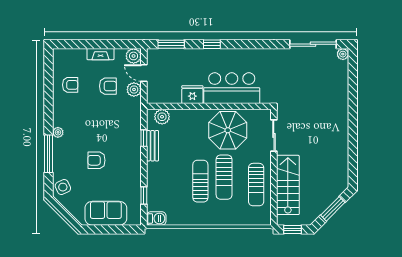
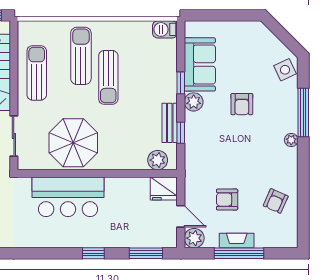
window: (99, 44) -> (239, 253), added
armchair: (70, 85) -> (276, 201), turned -66
plant: (134, 90) -> (194, 102), moved
fridge: (192, 95) -> (164, 189), moved
armchair: (96, 160) -> (242, 104), turned 90
sun lounger: (224, 177) -> (81, 56), moved
window: (144, 195) -> (181, 83), moved
sofa: (106, 213) -> (200, 64), moved, turned -90

